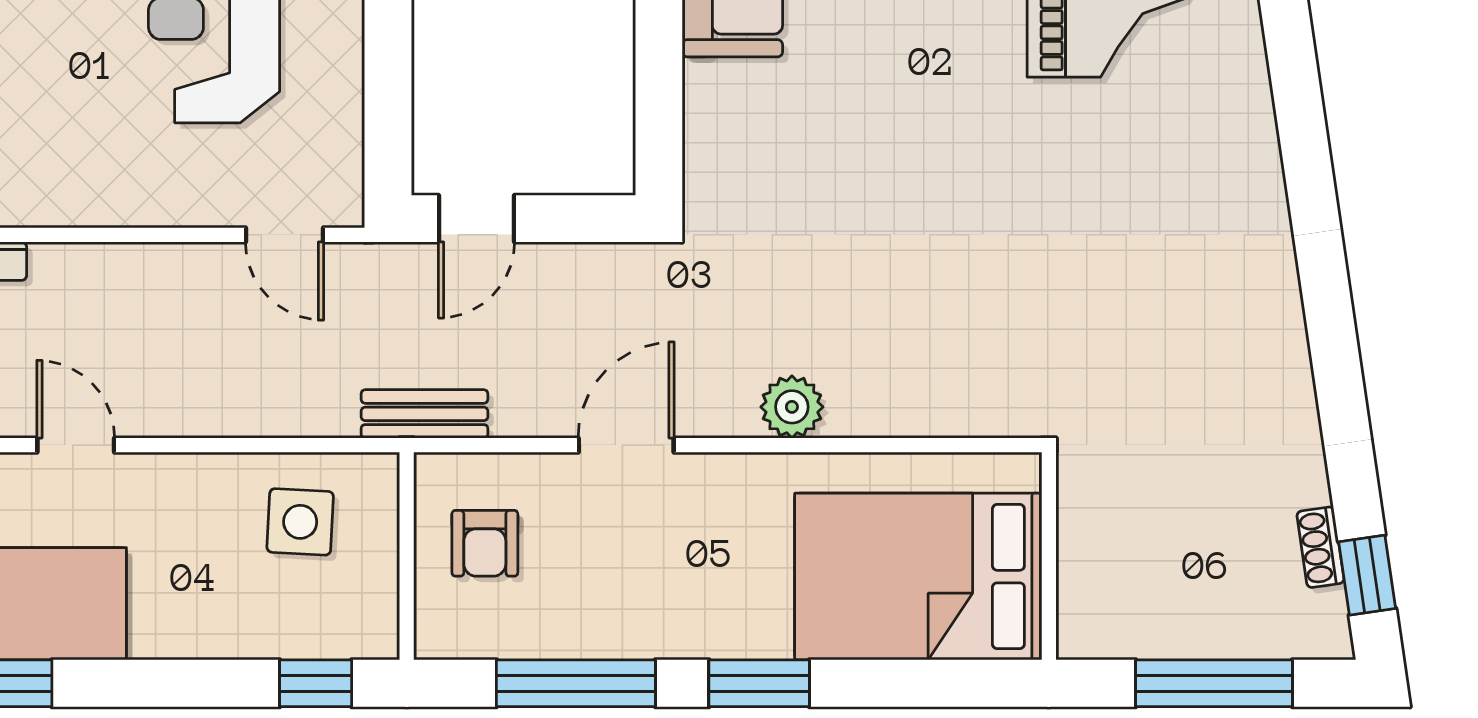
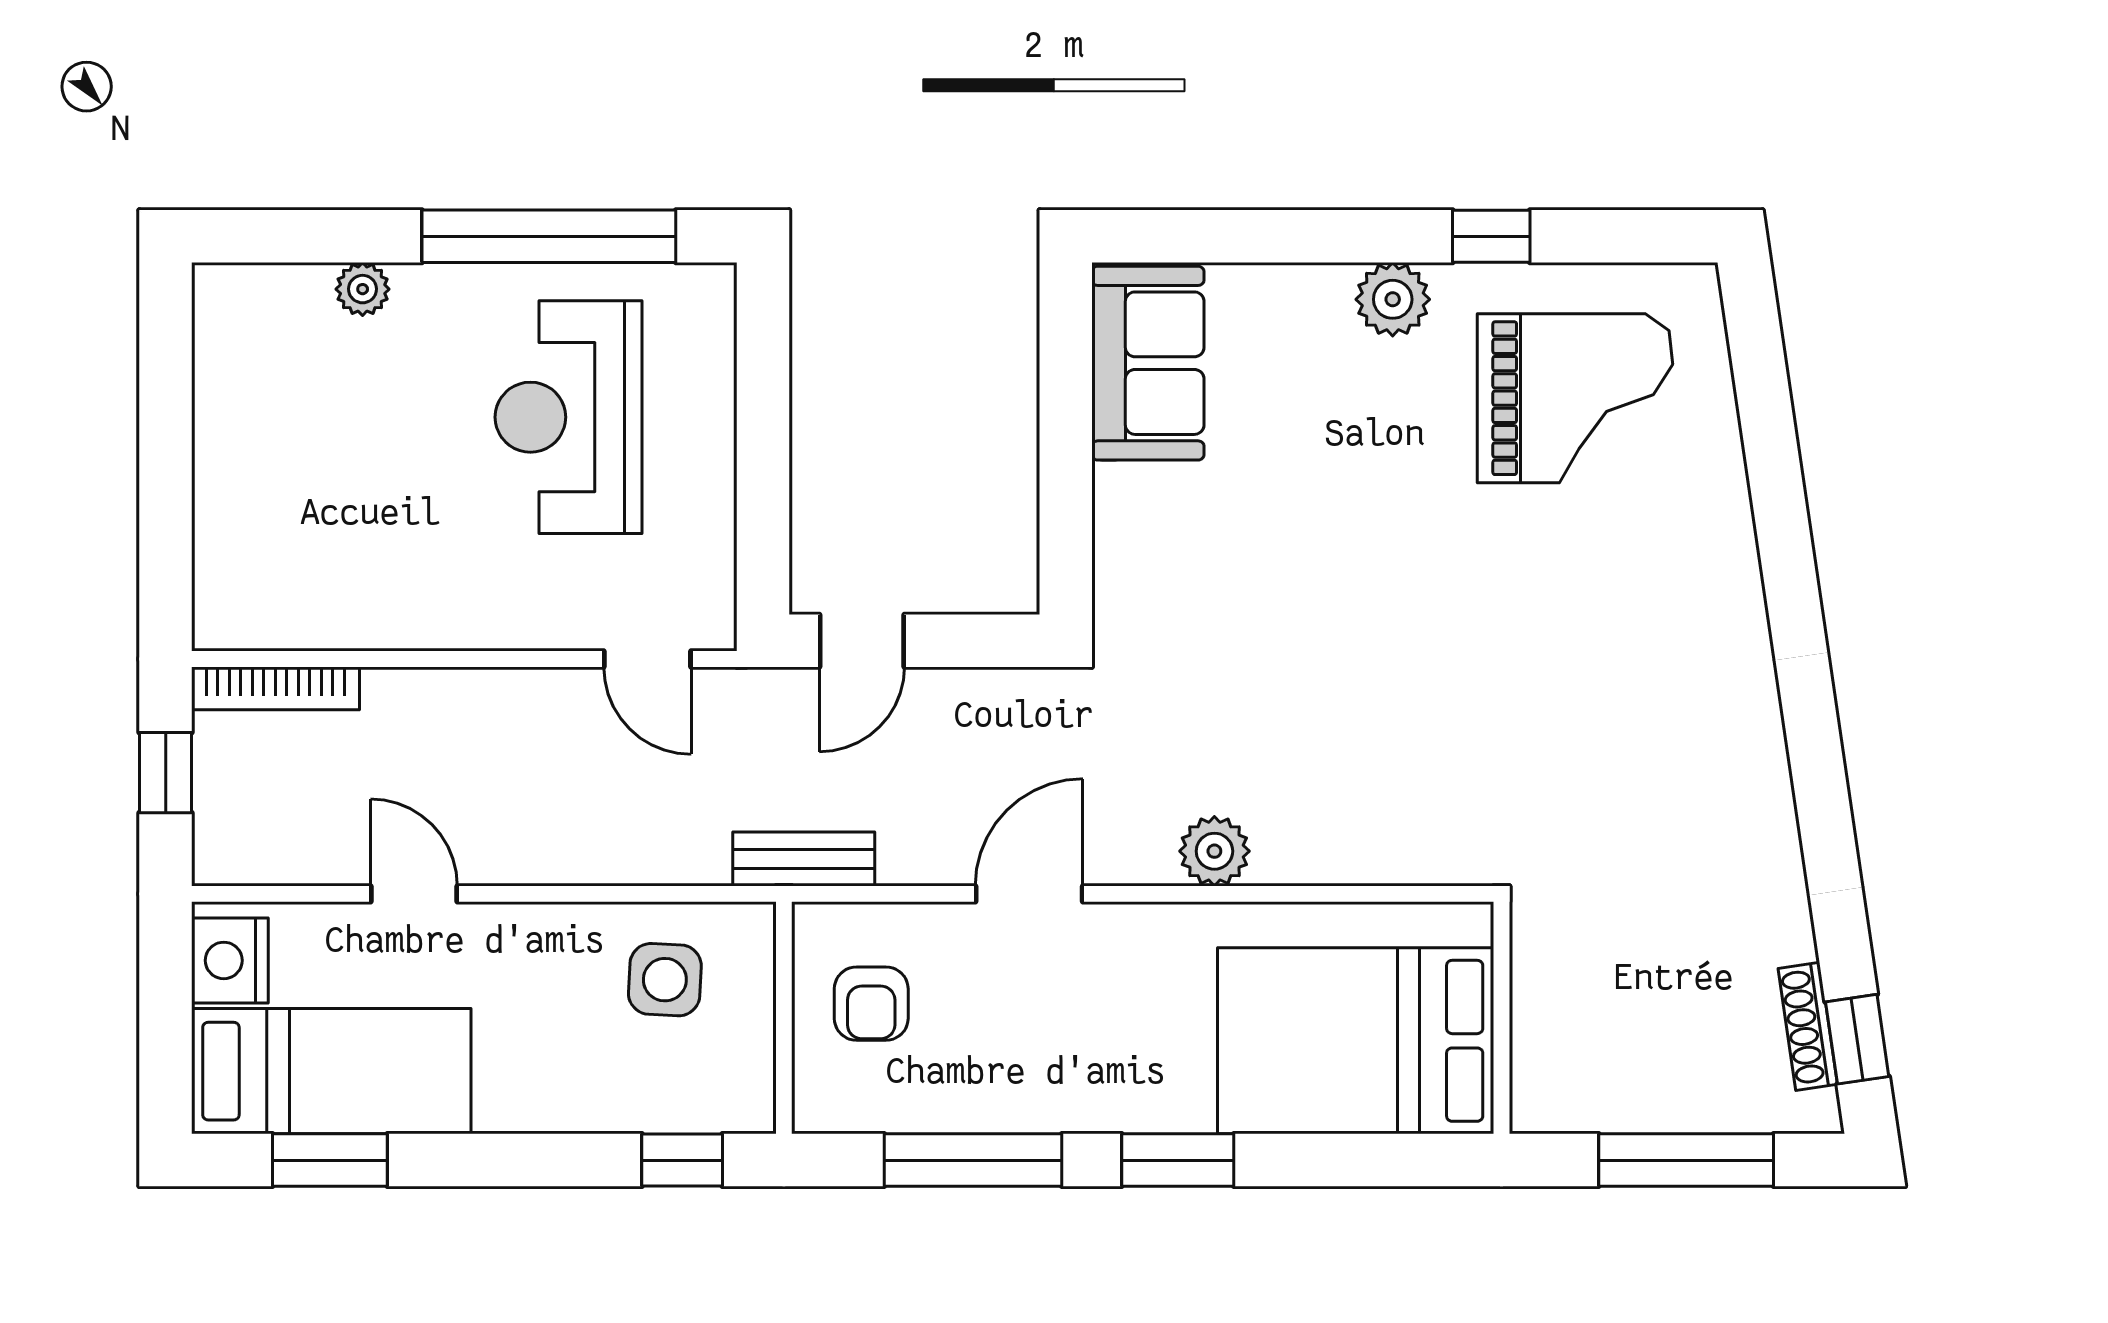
shoe rack: (1320, 547) -> (1808, 1026), width x1.43

